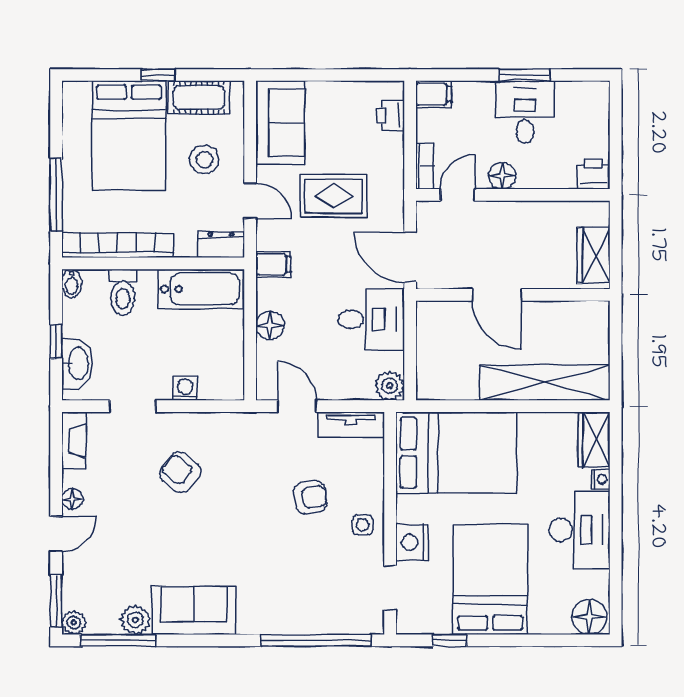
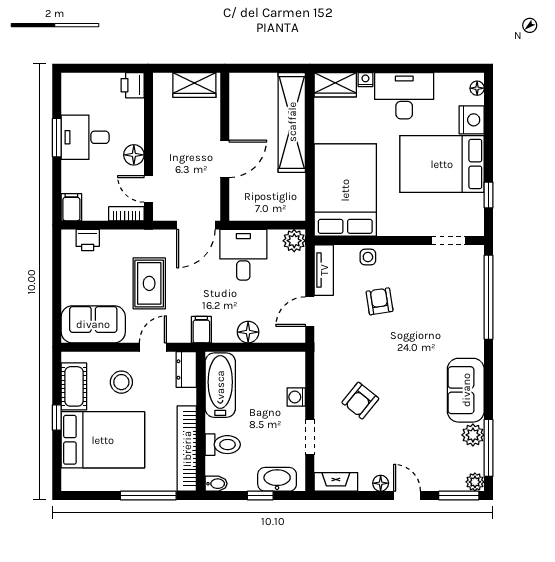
side table: (363, 525) -> (368, 257), moved
nightstand: (412, 543) -> (472, 120), moved, turned -90
floor lamp: (589, 617) -> (477, 88), width x0.53, depth x0.53

